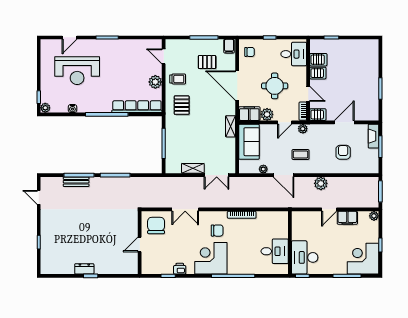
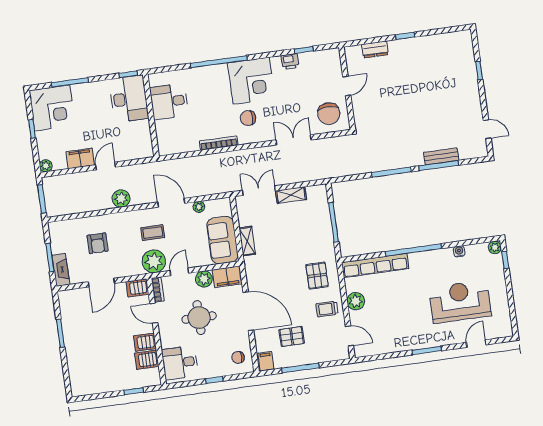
shelving: (230, 126) -> (247, 241), moved
plant: (303, 129) -> (154, 261), width x1.88, depth x1.88
dresser: (84, 269) -> (375, 49), moved

